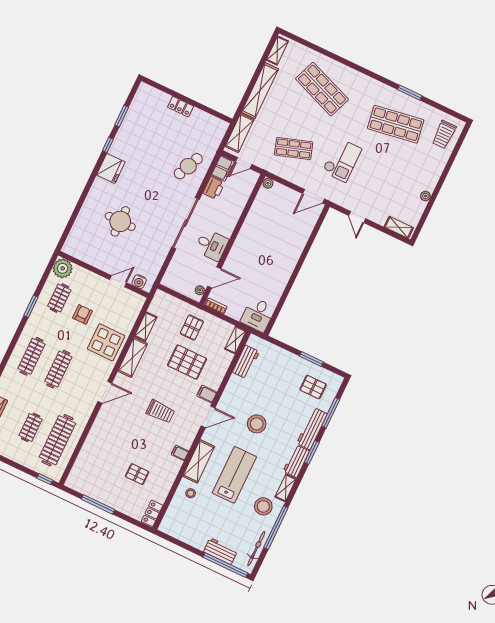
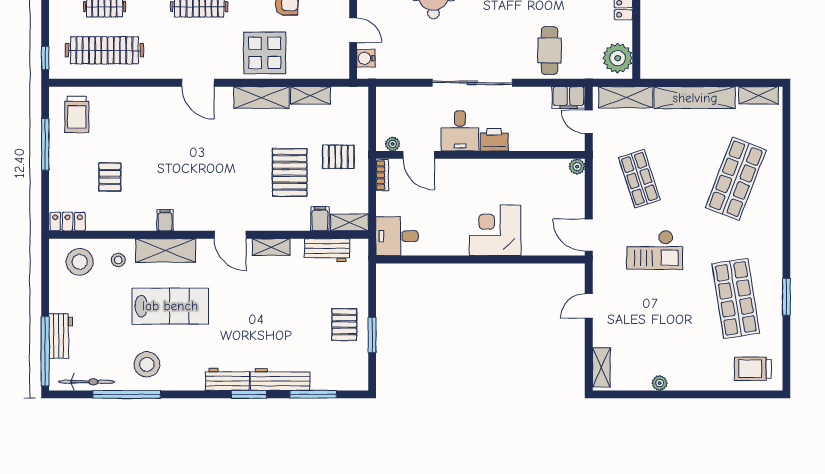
plant: (213, 126) -> (618, 58), added
cafe table: (188, 166) -> (549, 50), turned 66
printer: (214, 188) -> (494, 140), moved, turned 180
corner desk: (283, 252) -> (495, 230), added
pallet: (313, 387) -> (344, 325), moved
filing cabinet: (207, 394) -> (320, 219), moved
trolley: (160, 411) -> (77, 114), moved
stool: (257, 424) -> (80, 262), moved
shelving: (286, 488) -> (271, 247), moved

